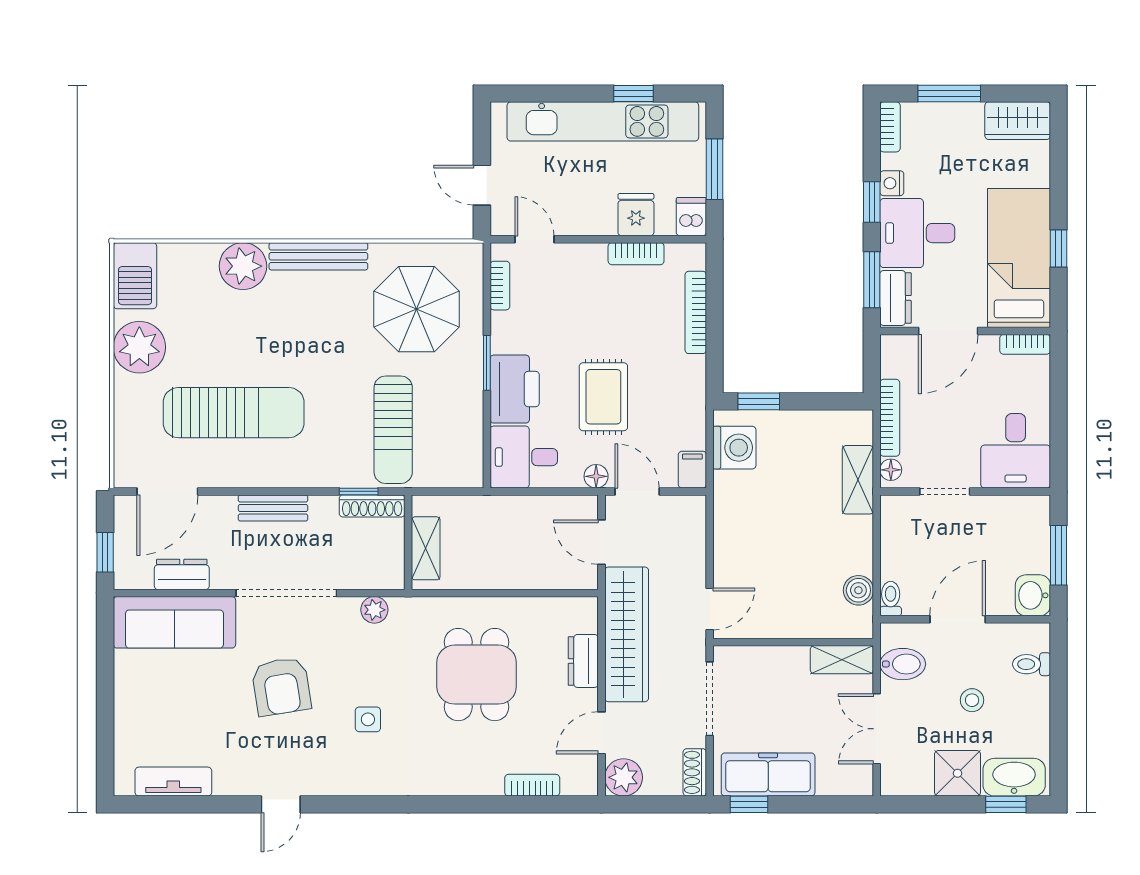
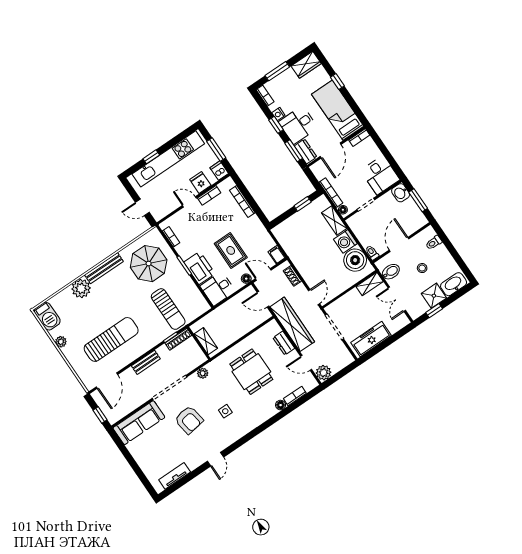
window: (634, 93) -> (151, 157), moved
door: (534, 239) -> (189, 202), moved
window: (1058, 248) -> (337, 81), moved
plant: (139, 347) -> (61, 342), width x0.53, depth x0.53
window: (759, 401) -> (303, 204), moved
washing machine: (734, 448) -> (345, 241), moved, turned 180
dresser: (182, 574) -> (130, 405), removed
boiler: (858, 590) -> (355, 260), width x1.86, depth x1.86
washbasin: (1033, 595) -> (401, 193), moved
door: (601, 733) -> (306, 363), hinge flipped
shoe rack: (695, 772) -> (292, 276), moved
floor lamp: (490, 784) -> (281, 405), added
window: (749, 804) -> (371, 353), removed
window: (1006, 804) -> (434, 311), moved

